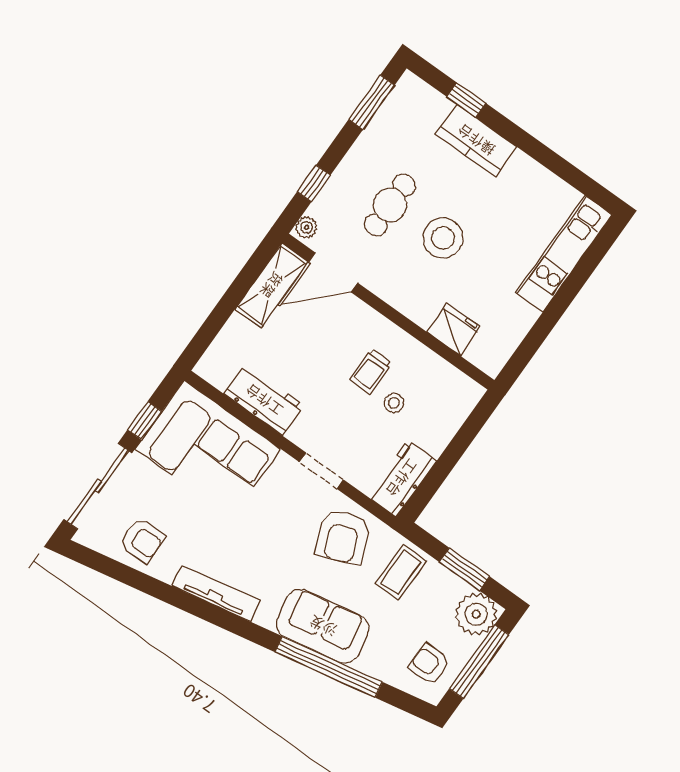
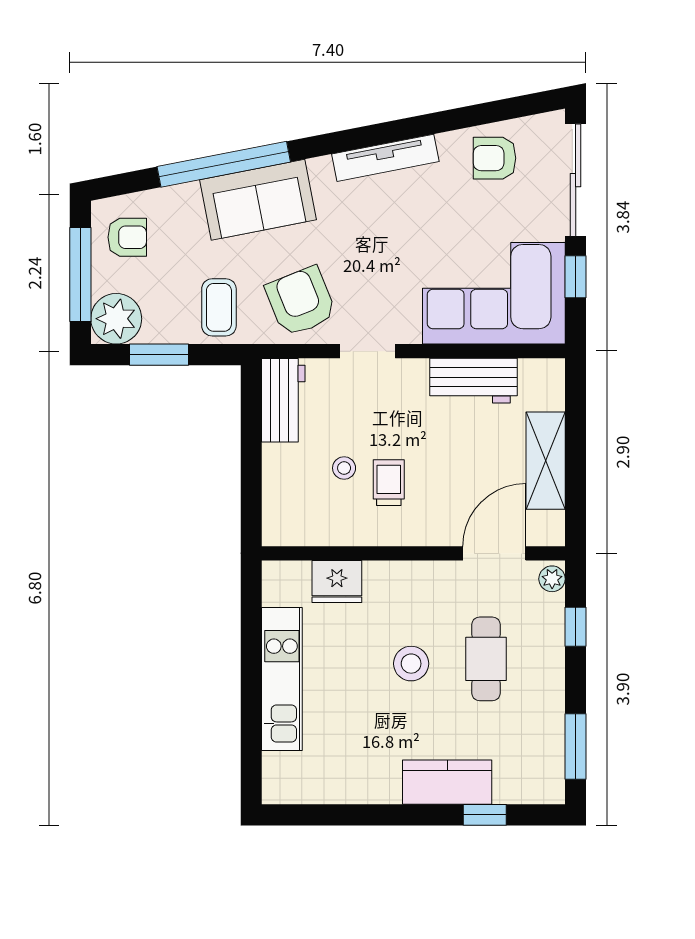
stool: (443, 238) -> (411, 664), width x0.73, depth x0.73
kitchen unit: (564, 254) -> (282, 679), moved
shelving: (272, 285) -> (546, 461), moved

